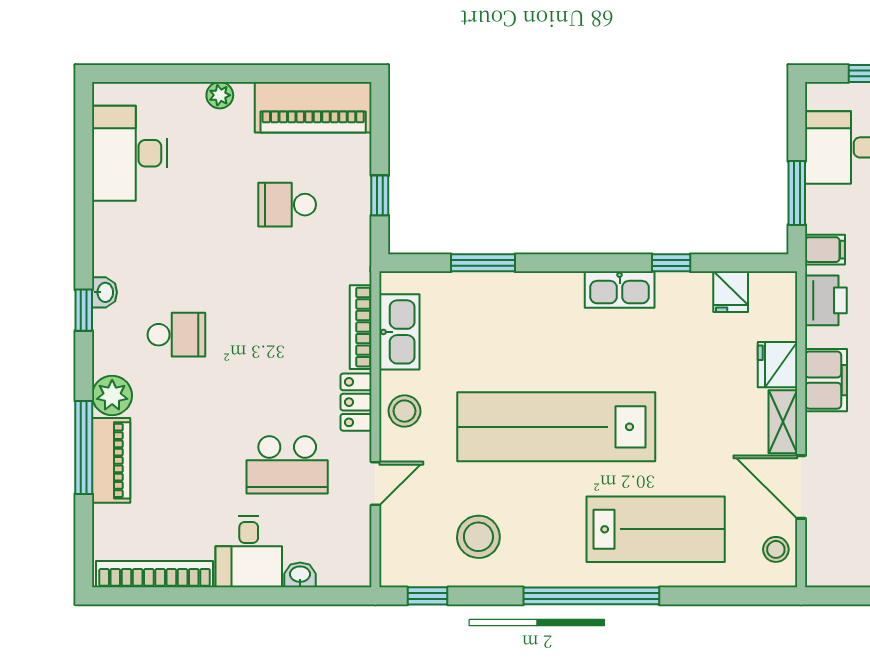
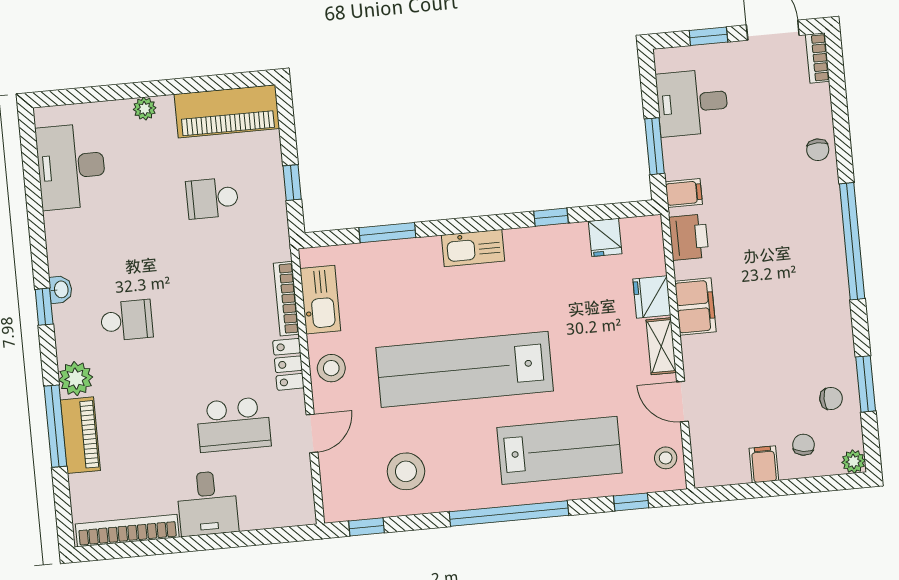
kitchen sink: (620, 289) -> (473, 248), moved
door: (801, 487) -> (683, 402), width x0.73
washbasin: (300, 575) -> (254, 519), removed
window: (732, 596) -> (631, 502), added

